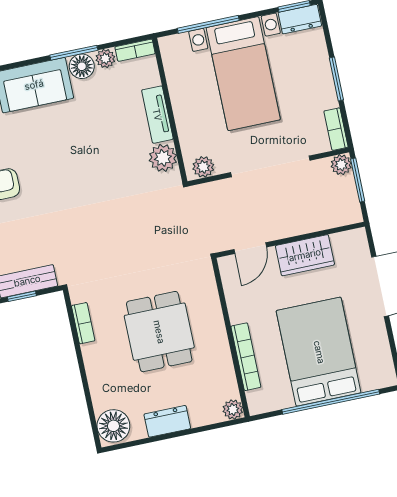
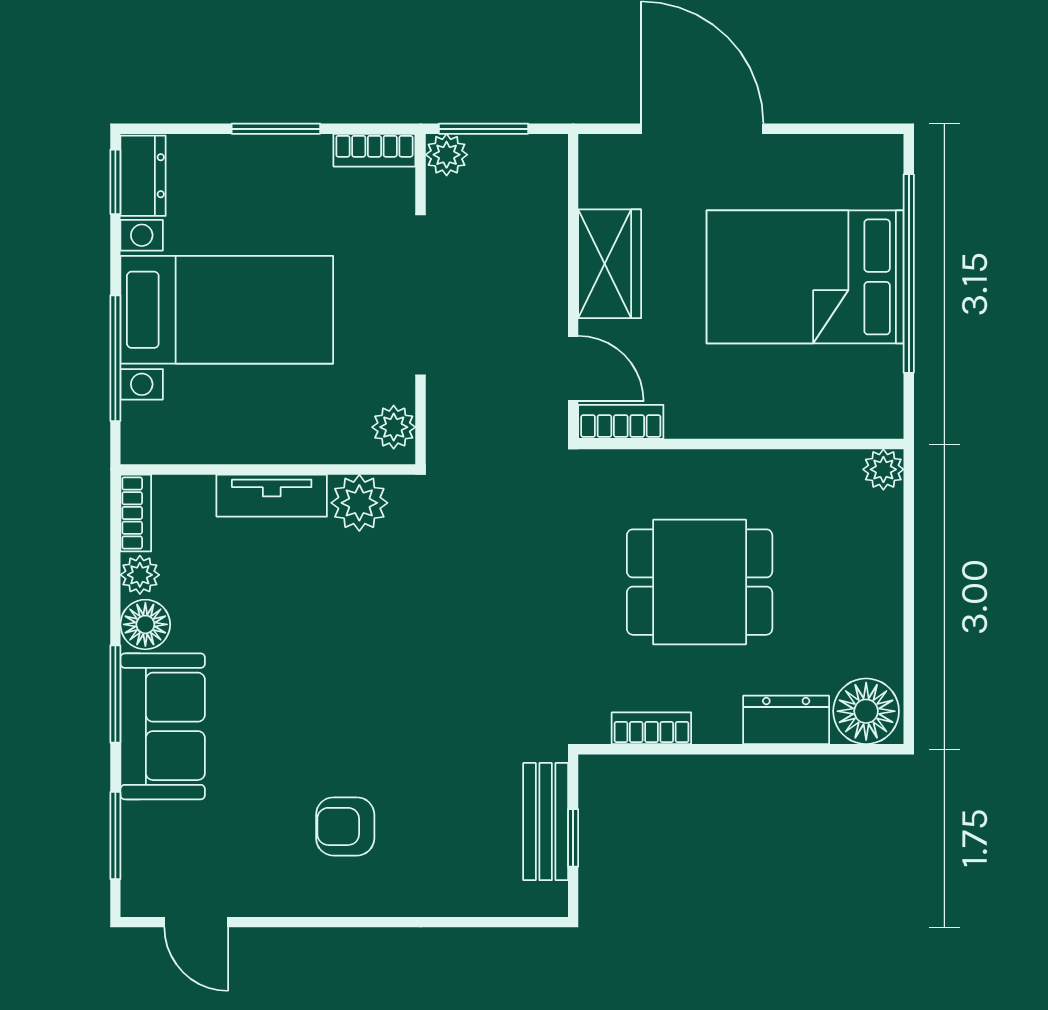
window: (74, 53) -> (115, 694), moved
bookcase: (246, 357) -> (621, 422), moved, width x0.64
dresser: (167, 421) -> (786, 720), moved, turned 90

